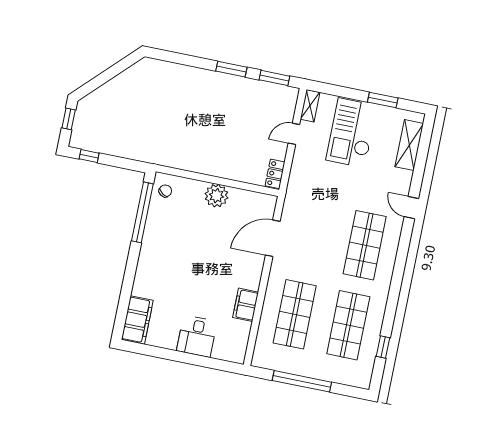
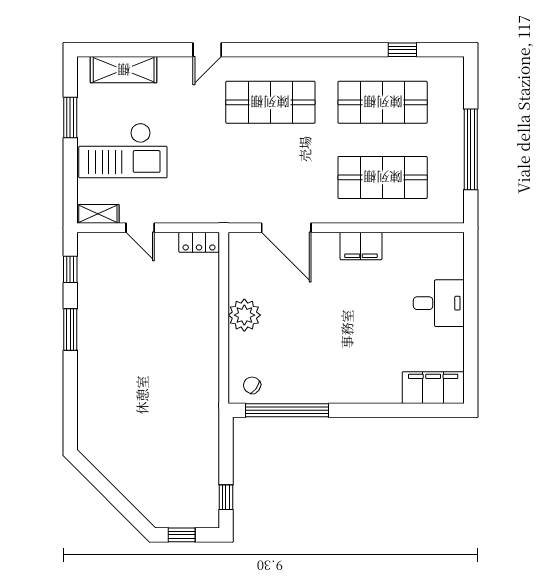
window: (274, 78) -> (70, 269), width x0.67
filing cabinet: (246, 305) -> (361, 246), moved

